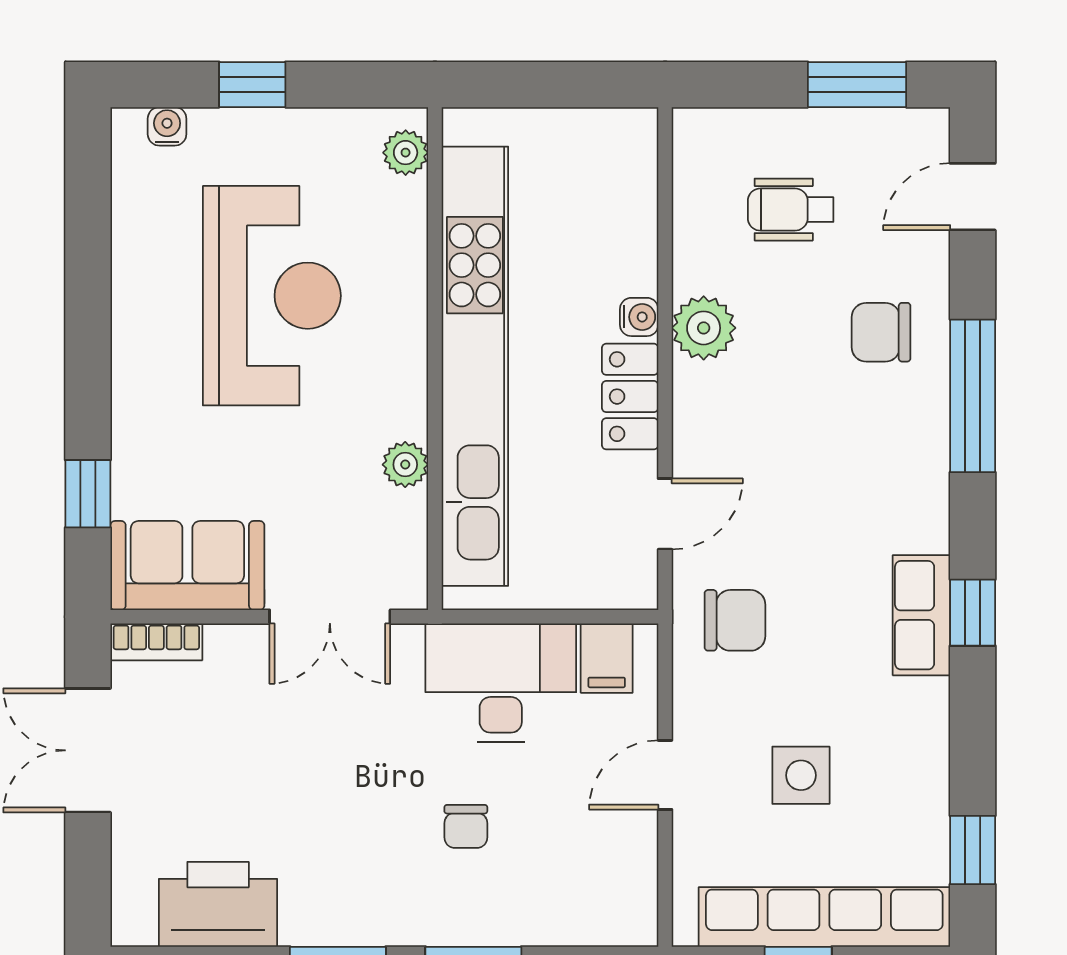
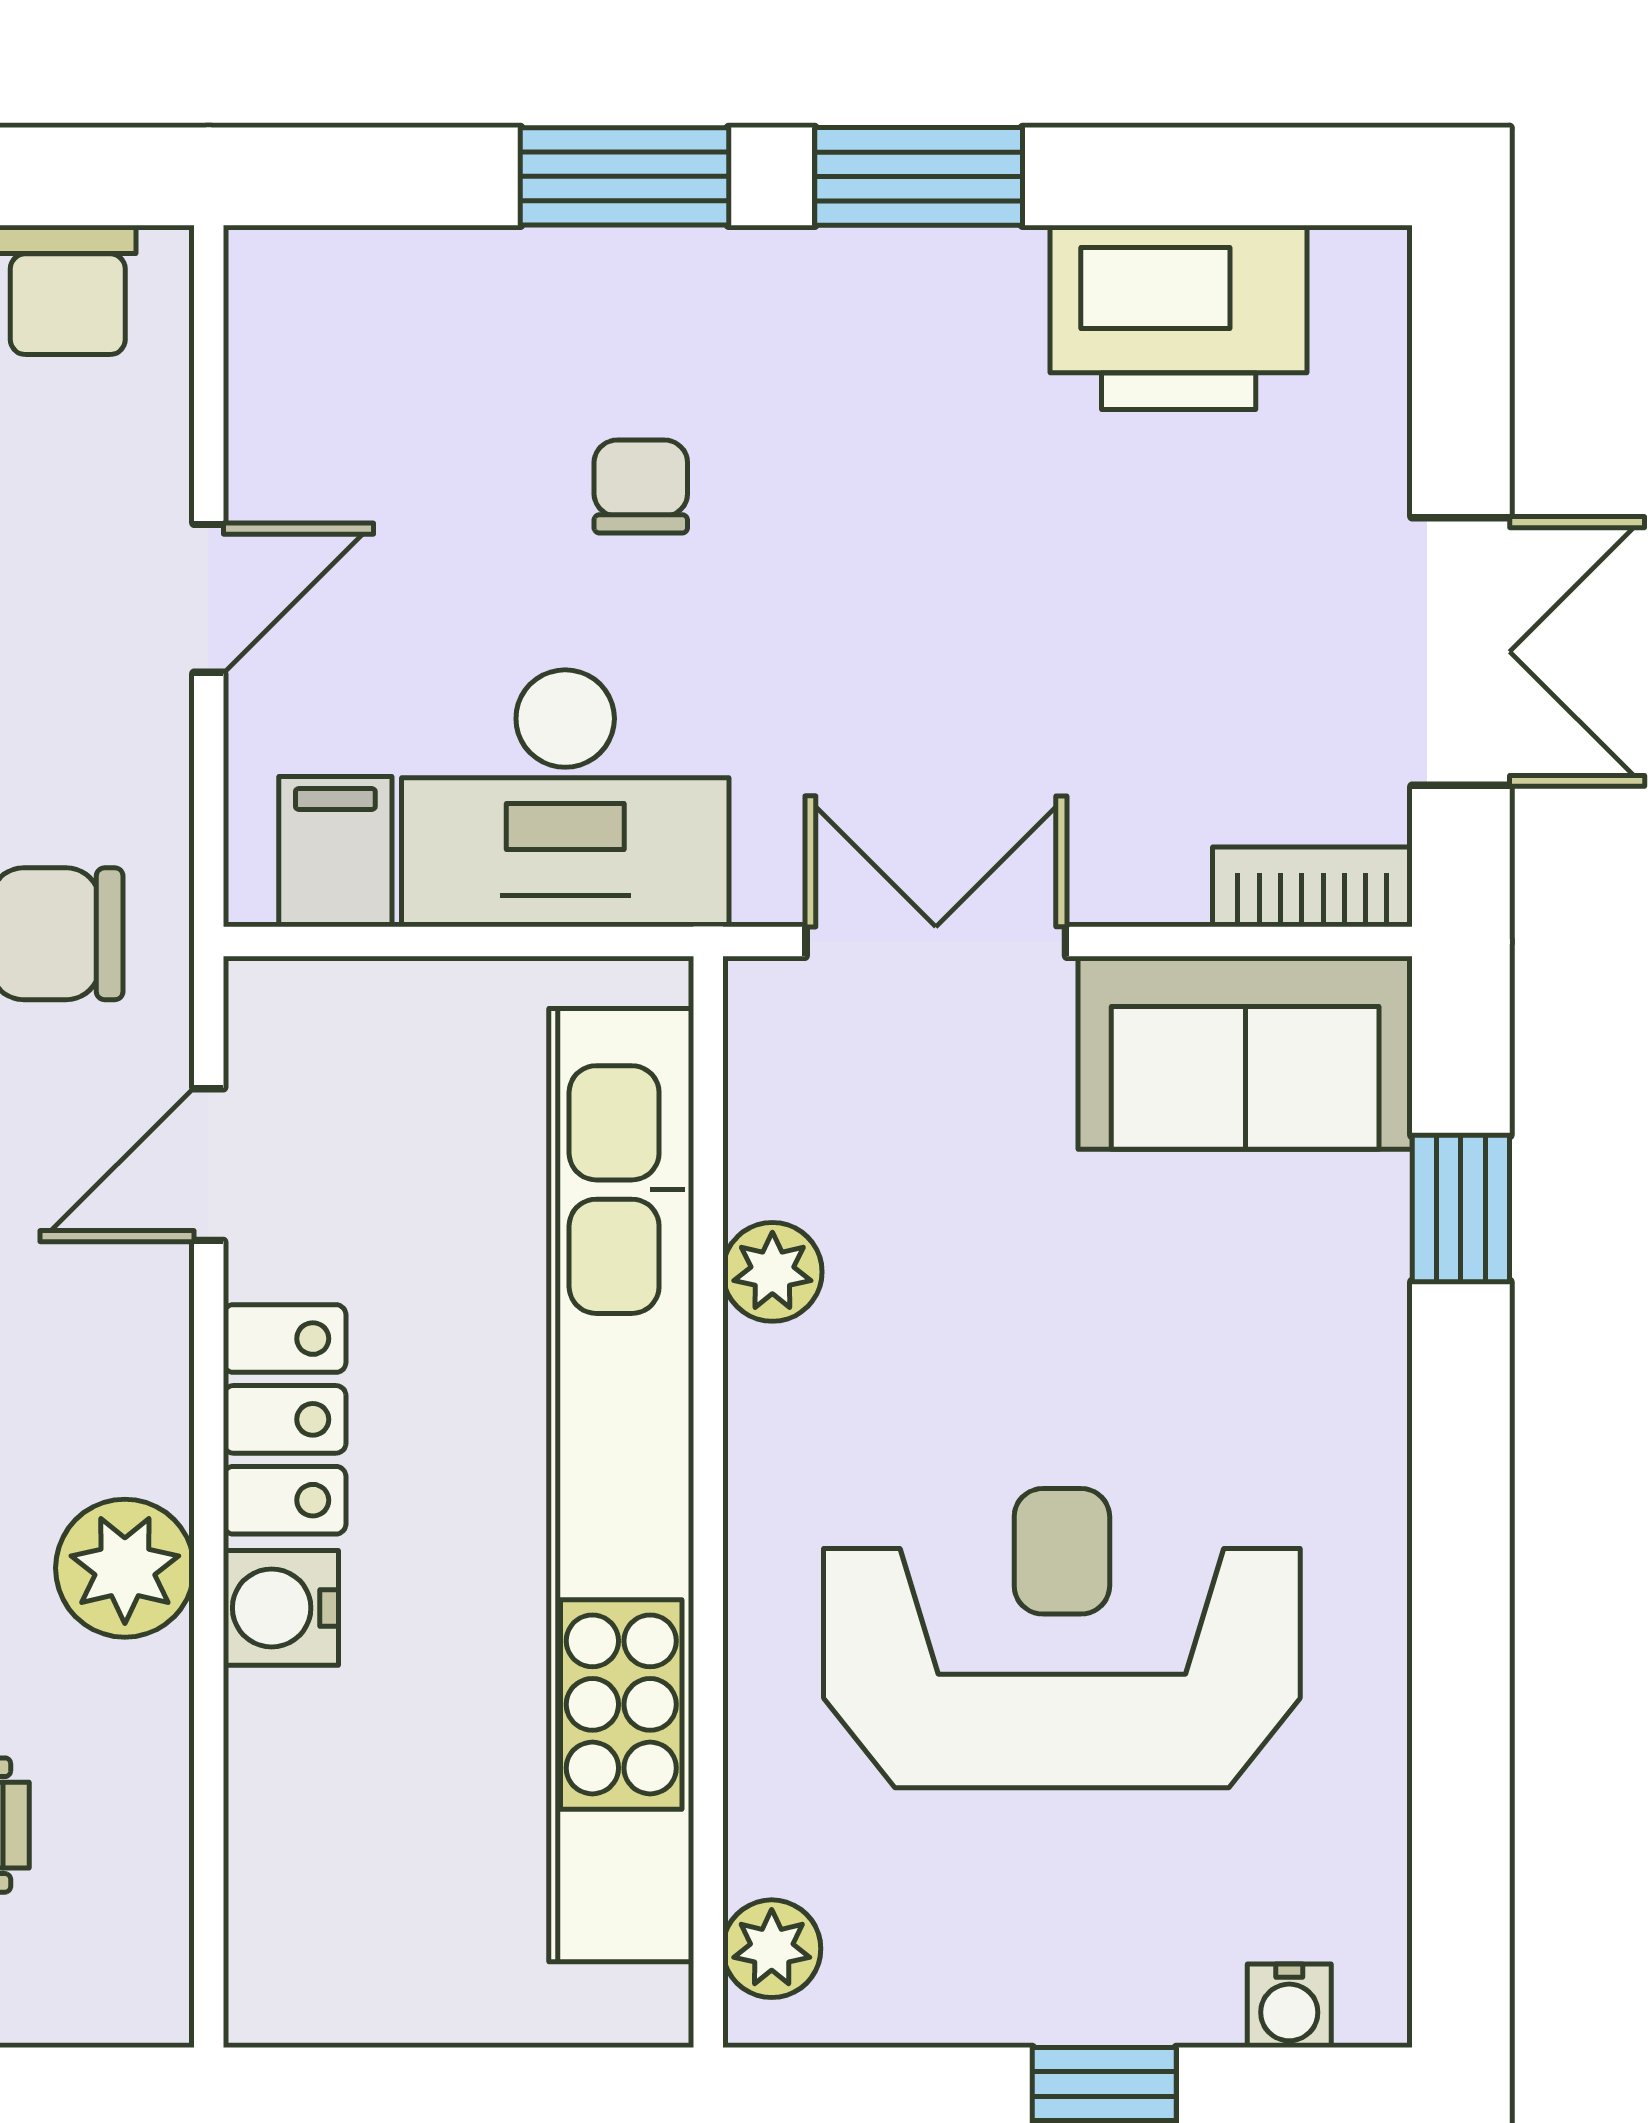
reception desk: (272, 296) -> (1062, 1638), turned 90
water cooler: (639, 317) -> (281, 1608), width x1.38, depth x1.38

